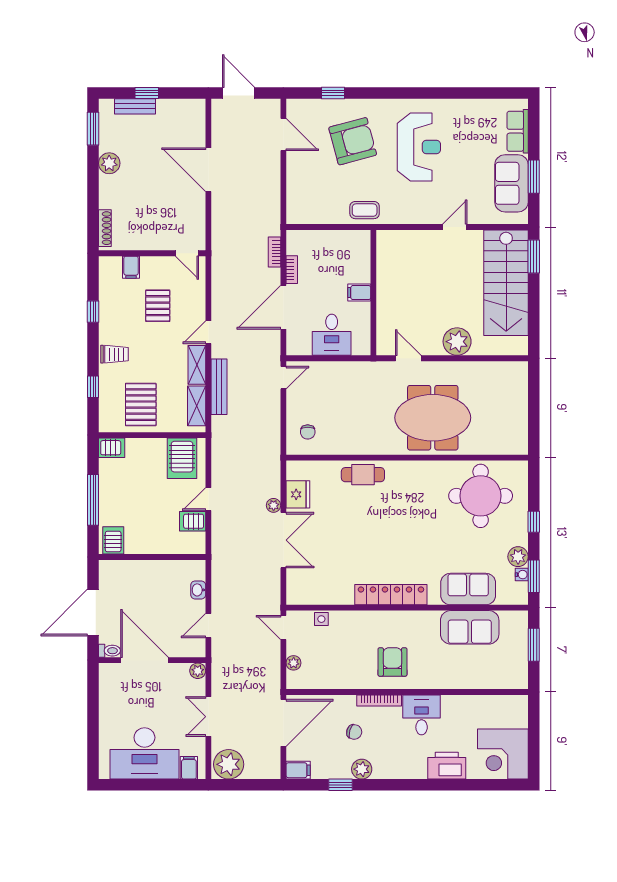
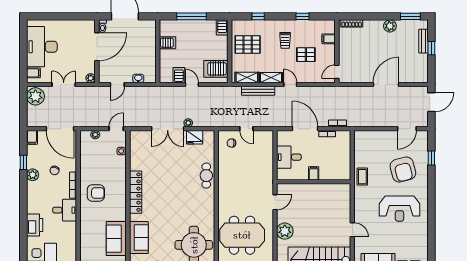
trolley: (115, 354) -> (285, 40), moved
door: (283, 378) -> (246, 129), moved
meeting table: (433, 418) -> (242, 235), moved, turned 90
server rack: (113, 540) -> (168, 43), moved
door: (208, 626) -> (117, 84), swing flipped

